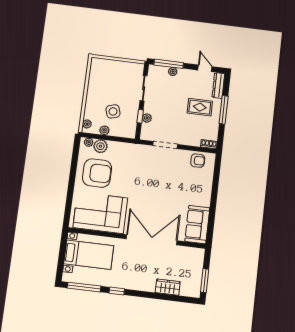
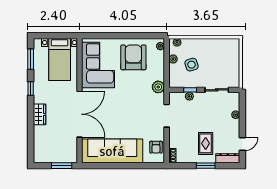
window: (169, 64) -> (242, 110), removed
window: (224, 110) -> (206, 166), width x0.69
plant: (100, 146) -> (158, 87), moved
armchair: (97, 173) -> (133, 57), turned 180
sofa: (197, 224) -> (112, 151), width x1.85, depth x1.27
window: (205, 281) -> (62, 166), moved
window: (84, 287) -> (31, 59), width x0.69
wardrobe: (168, 287) -> (39, 114), moved

